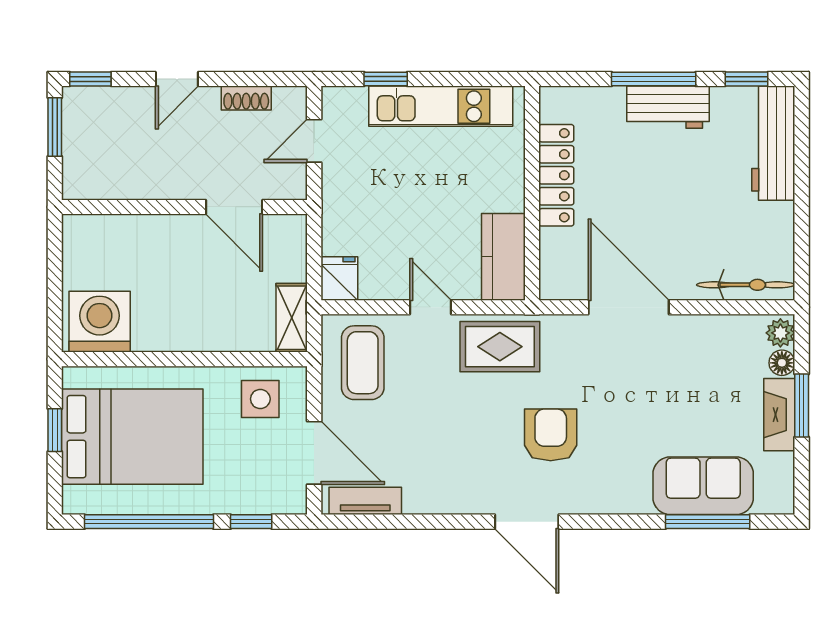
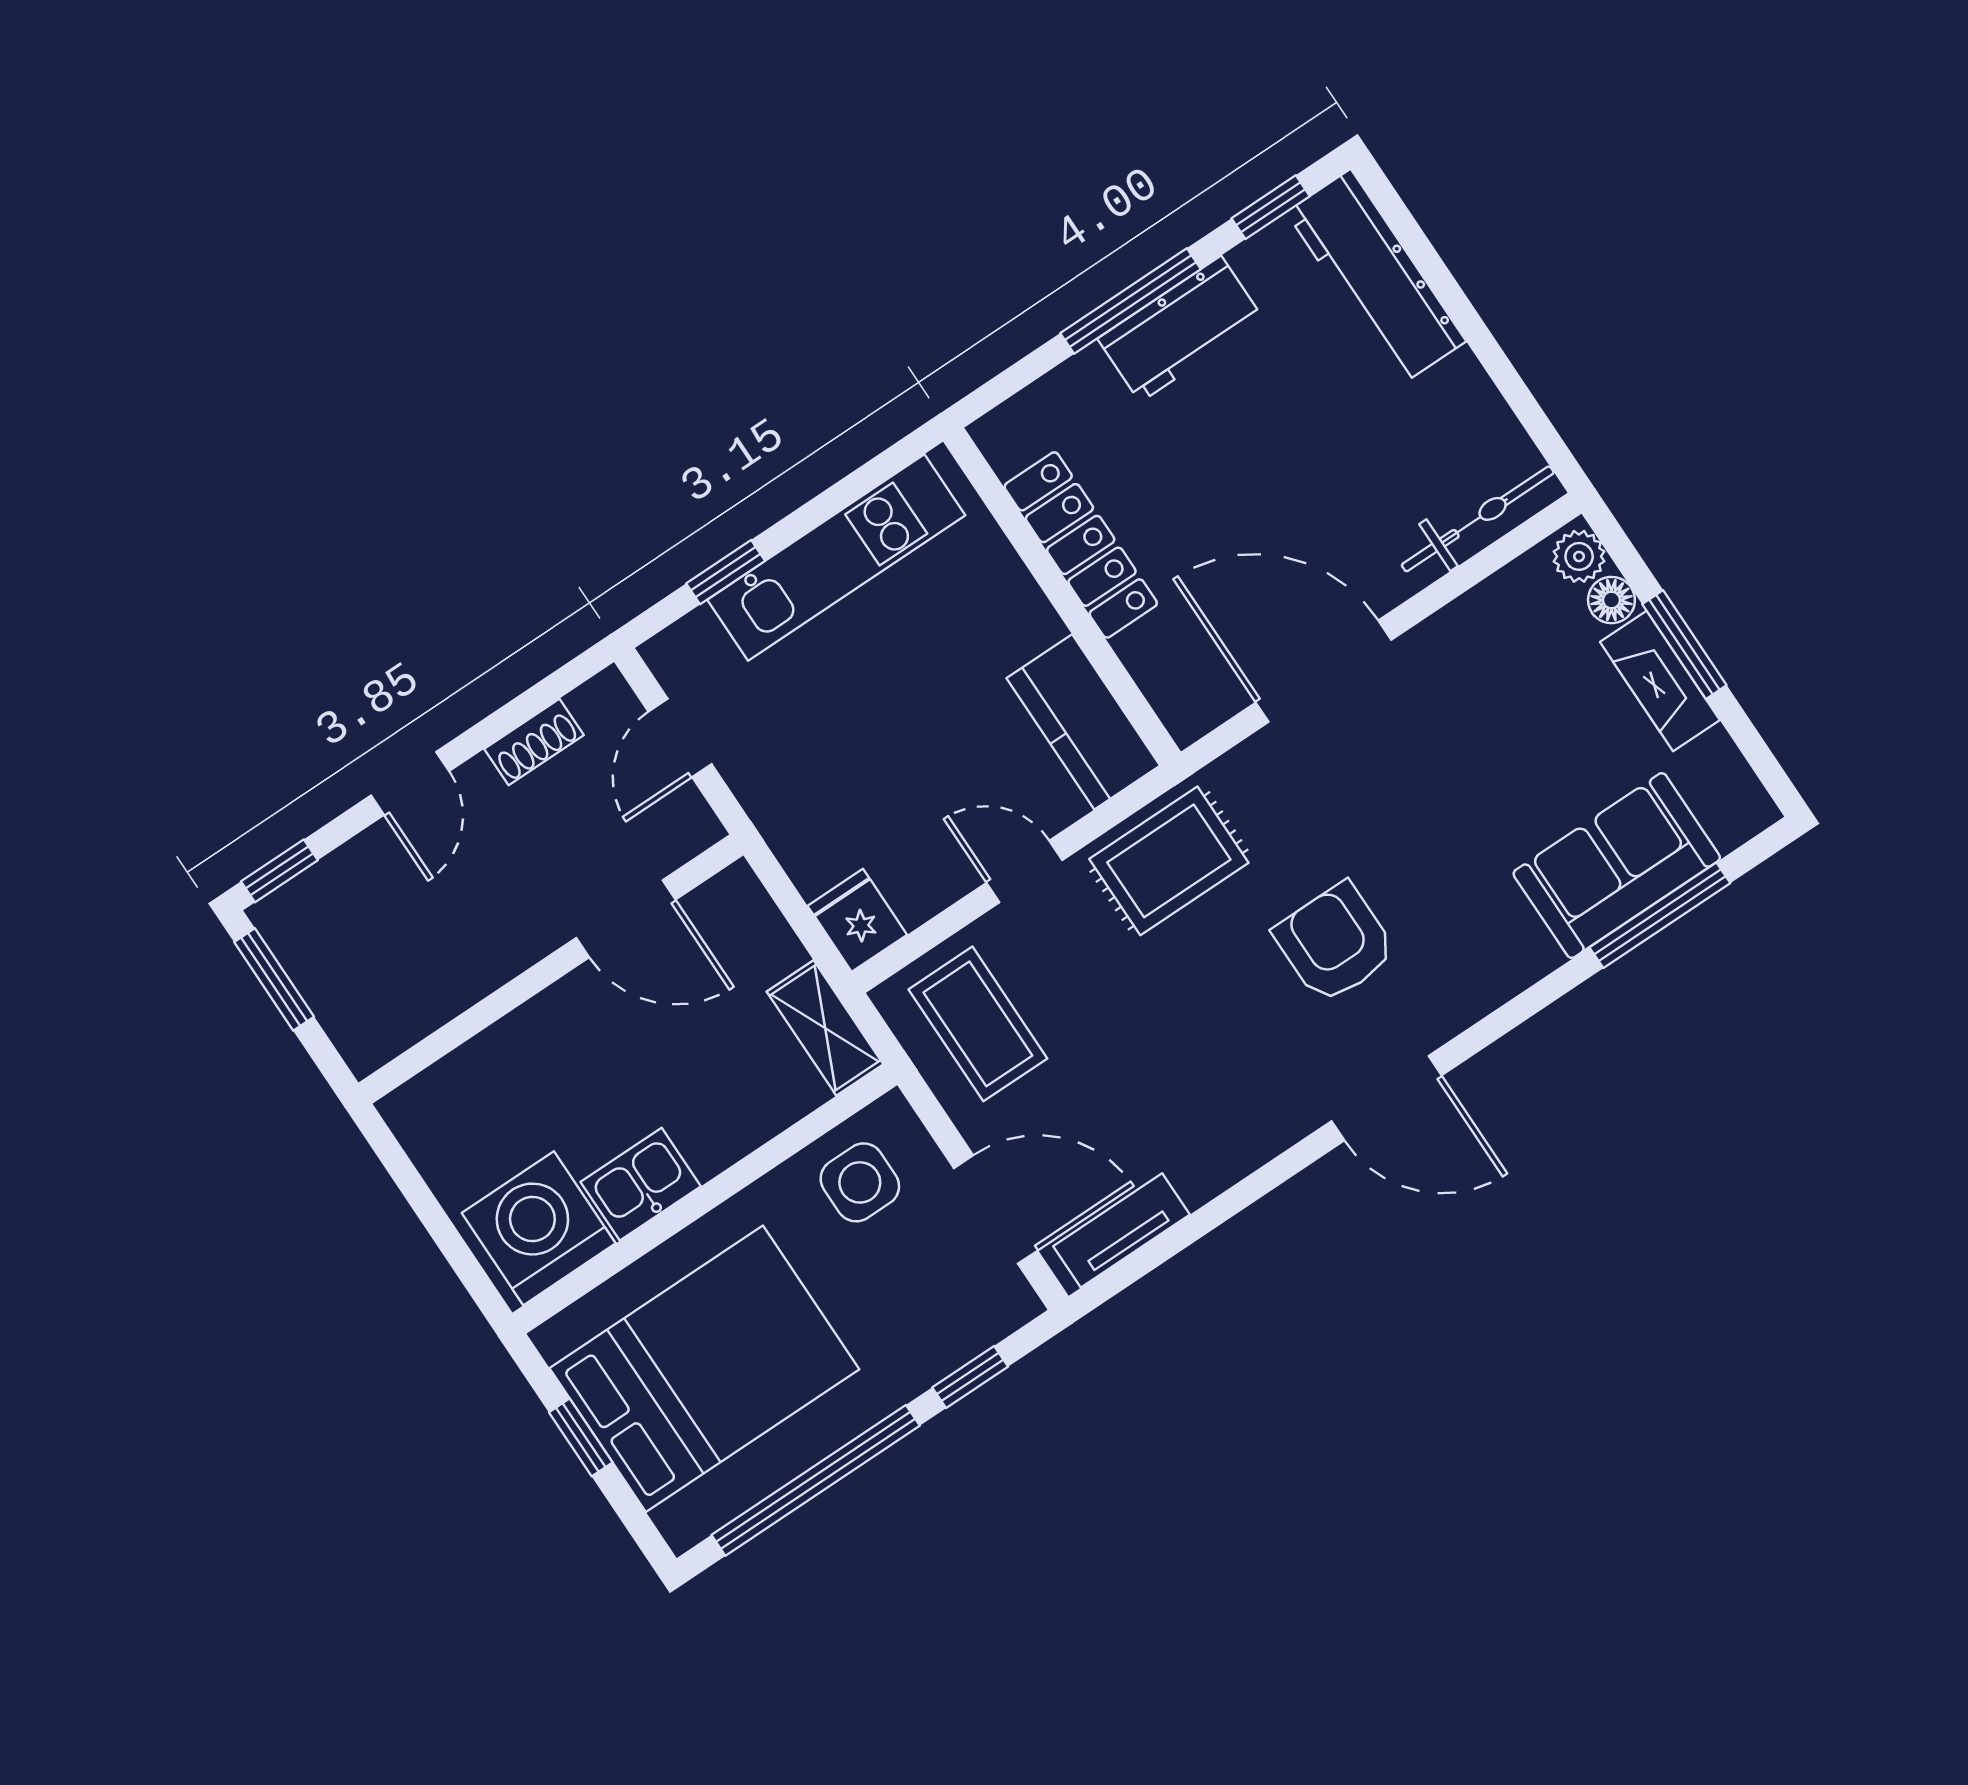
kitchen sink: (160, 333) -> (641, 1184), added

